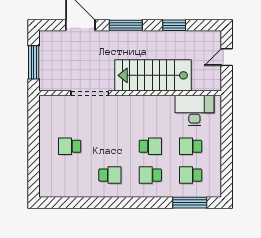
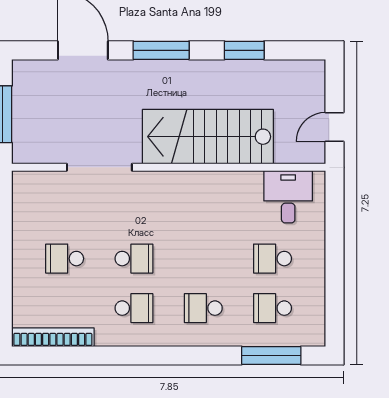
door: (227, 57) -> (334, 127), moved
desk: (194, 110) -> (288, 197), width x0.73
school desk: (150, 146) -> (134, 259), moved
bookcase: (63, 192) -> (53, 337), added

